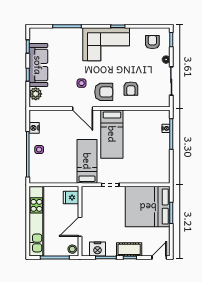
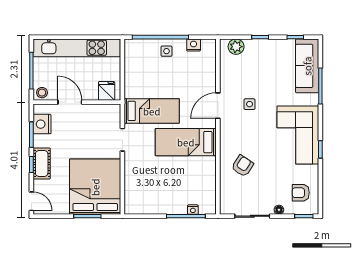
armchair: (152, 42) -> (301, 193), turned 180
sofa: (38, 65) -> (307, 66), moved, turned 90
armchair: (131, 89) -> (242, 166), turned 123
armchair: (104, 92) -> (238, 132), removed

